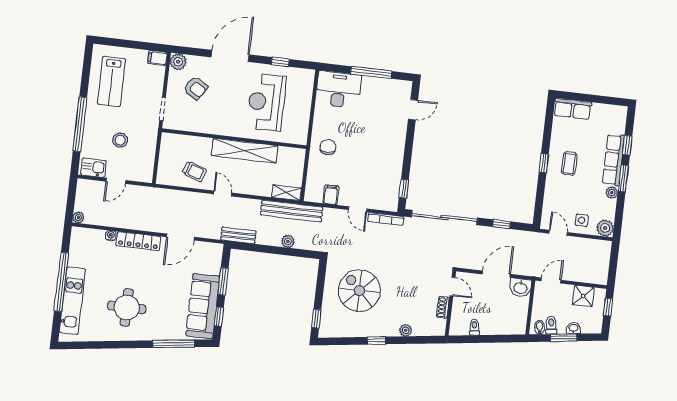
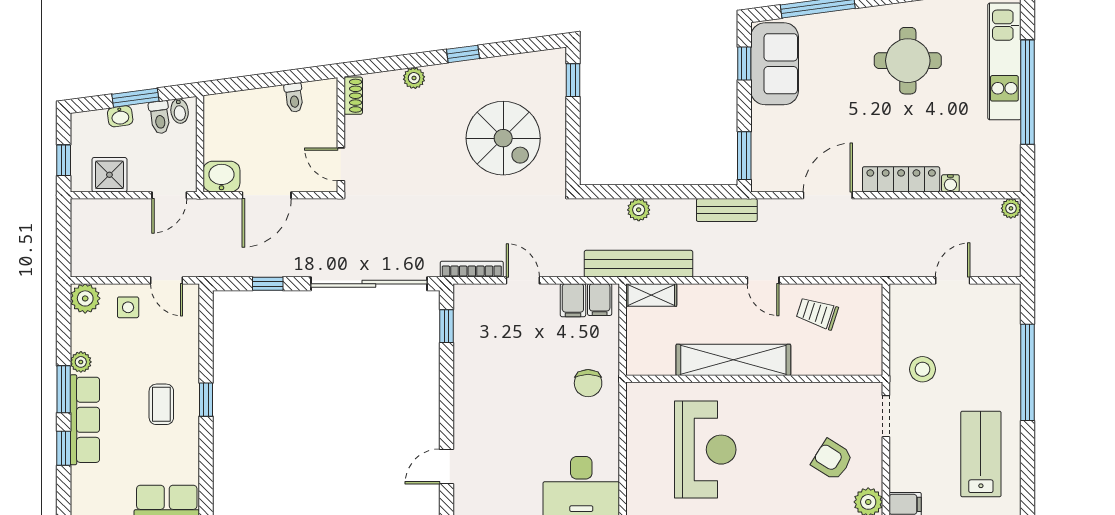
stool: (120, 140) -> (922, 369), moved
kitchen sink: (93, 168) -> (995, 299), removed
filing cabinet: (316, 193) -> (600, 300), added
window: (223, 281) -> (744, 156), moved
sofa: (203, 306) -> (775, 64), width x0.73
shoe rack: (443, 307) -> (353, 96), moved

